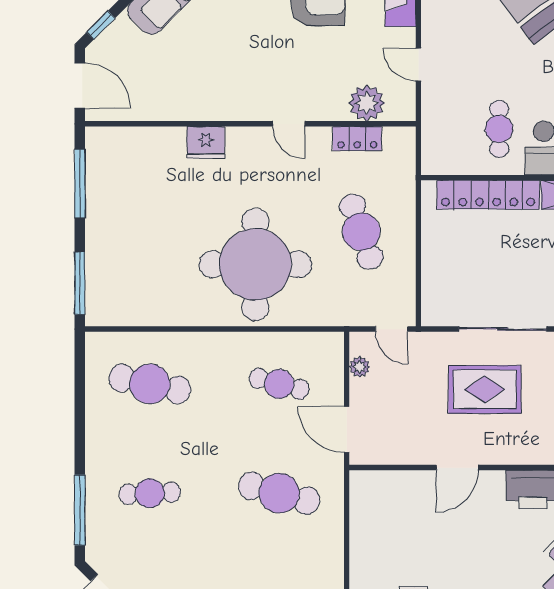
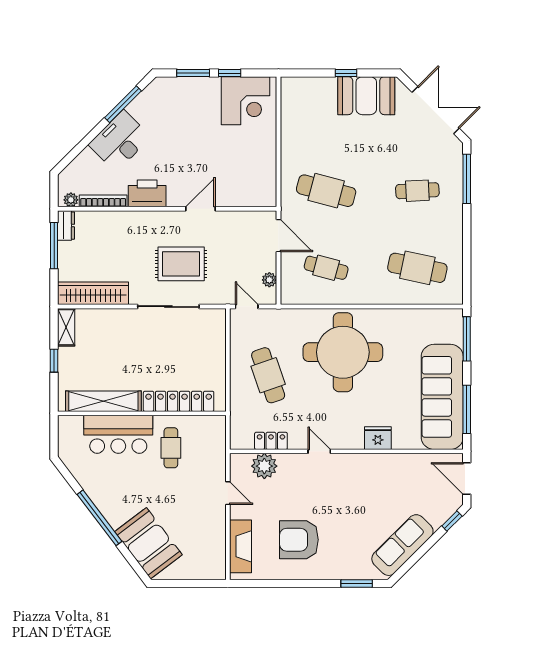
sofa: (115, 201) -> (442, 397), added

